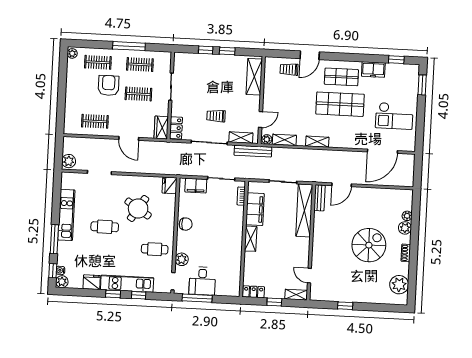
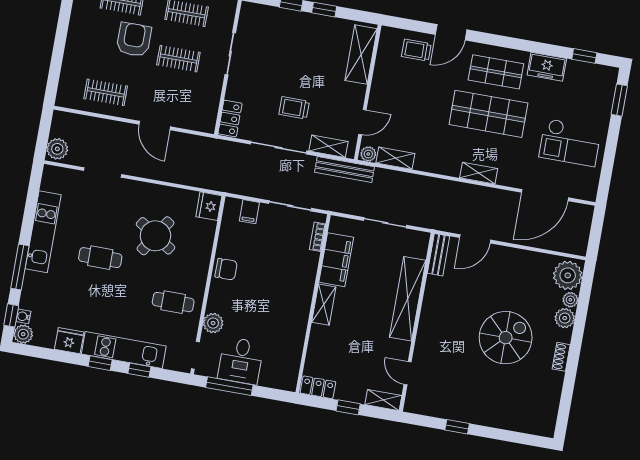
wardrobe: (161, 128) -> (207, 115), removed
shelving: (317, 142) -> (479, 173), moved
filing cabinet: (196, 186) -> (249, 212), width x0.50
shelving: (304, 210) -> (408, 299), moved
plant: (399, 285) -> (568, 275), moved

